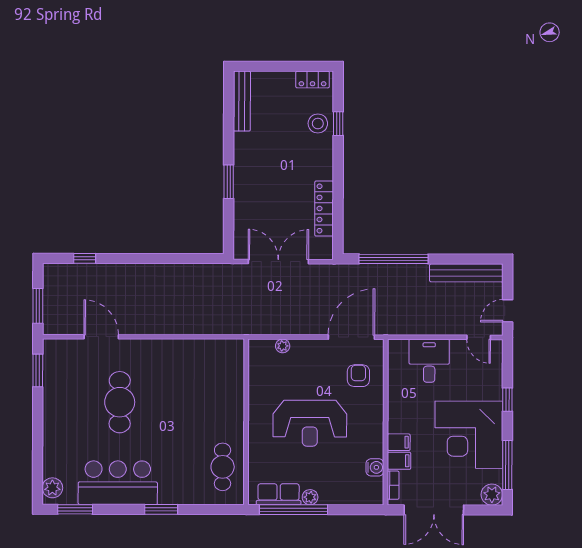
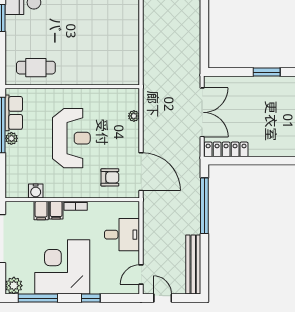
locker: (324, 208) -> (226, 149), moved
reception desk: (310, 423) -> (71, 138), turned 180
bookcase: (393, 485) -> (76, 206), moved

